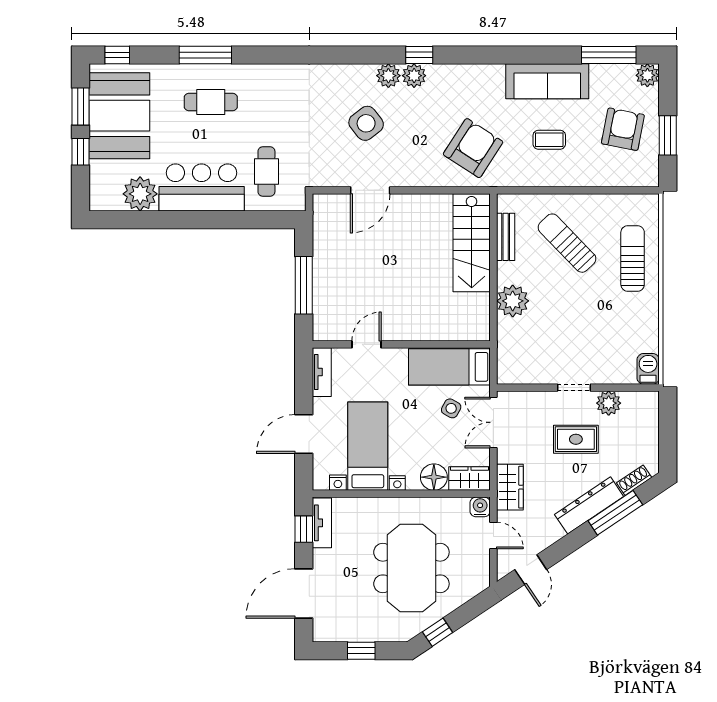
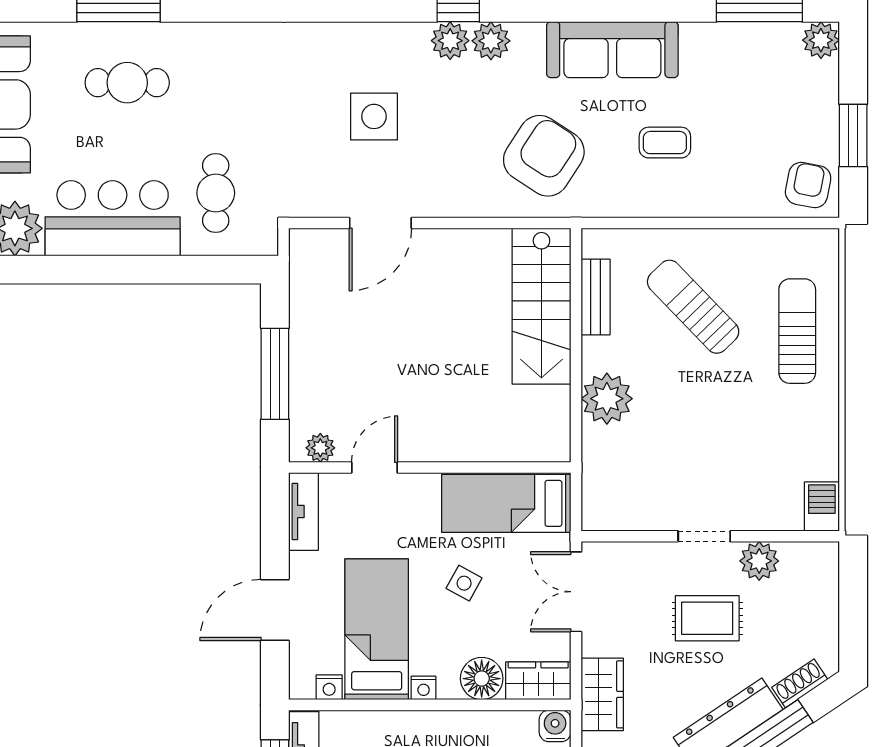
plant: (388, 76) -> (491, 41), moved
sofa: (547, 81) -> (612, 50), moved
side table: (366, 123) -> (374, 116), turned 38
armchair: (623, 129) -> (808, 185), moved, width x0.72, depth x0.72
plant: (332, 332) -> (320, 448), added
side table: (451, 408) -> (464, 583), moved

